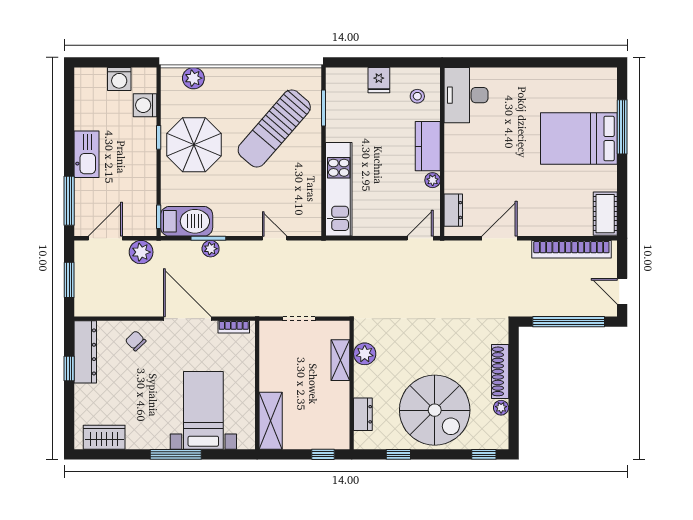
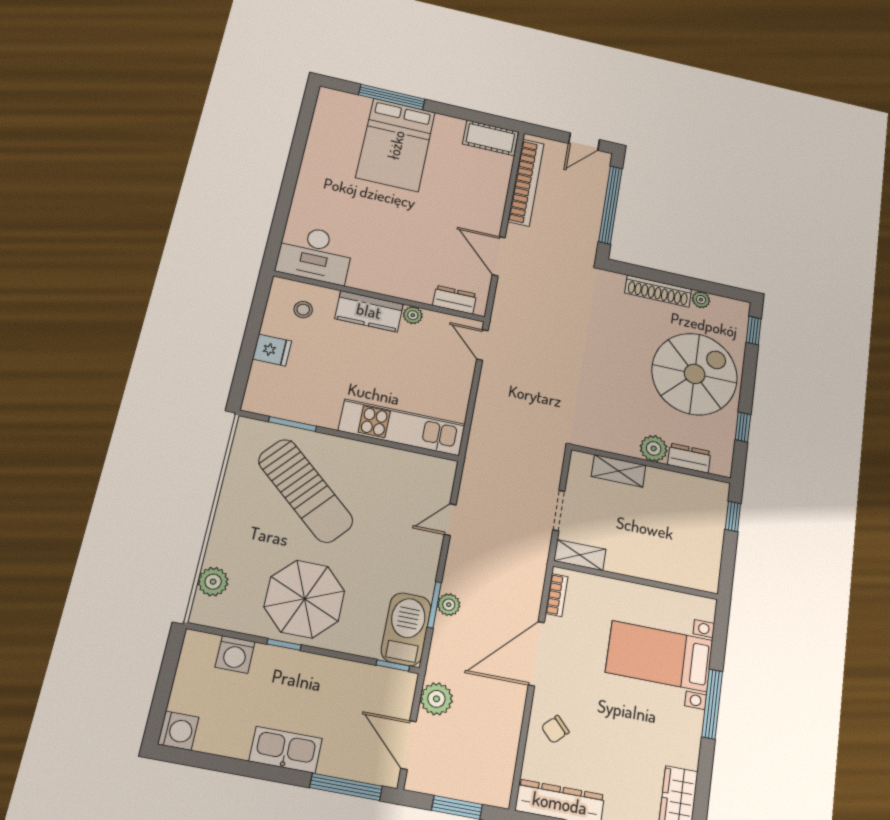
washing machine: (119, 79) -> (178, 731), moved
plant: (365, 354) -> (654, 448), moved
shelving: (271, 421) -> (580, 555), moved, width x0.67, depth x0.75

